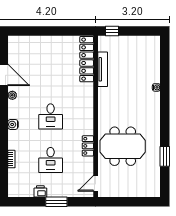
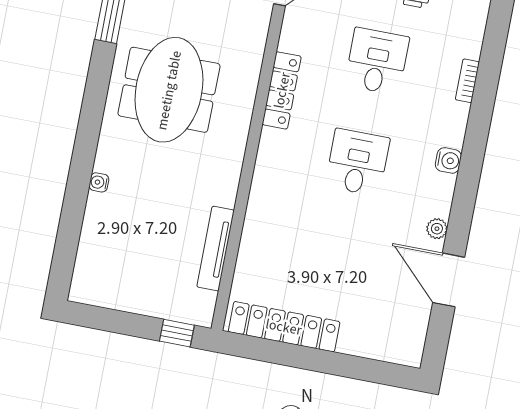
locker: (87, 59) -> (284, 327), moved, turned -90
locker: (88, 146) -> (282, 90), width x1.53
meeting table: (123, 146) -> (169, 90), moved, turned 90

